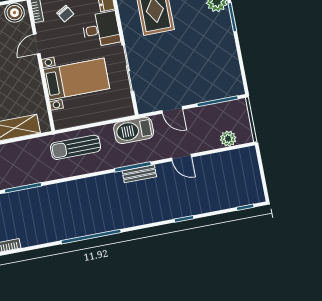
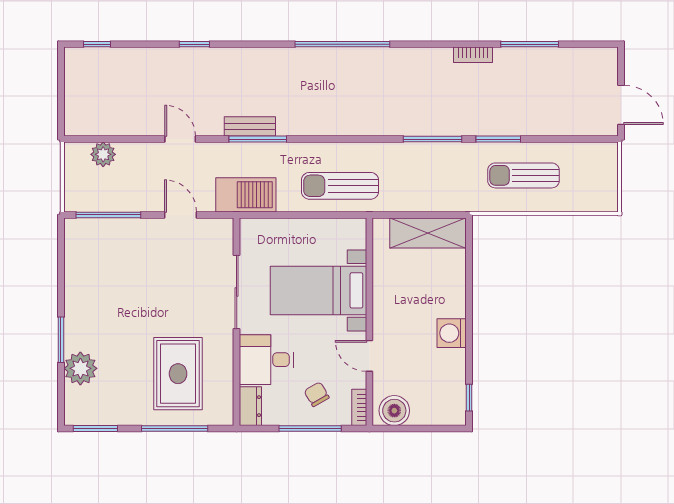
door: (37, 44) -> (369, 356), swing flipped
sun lounger: (76, 147) -> (340, 186), turned 180

